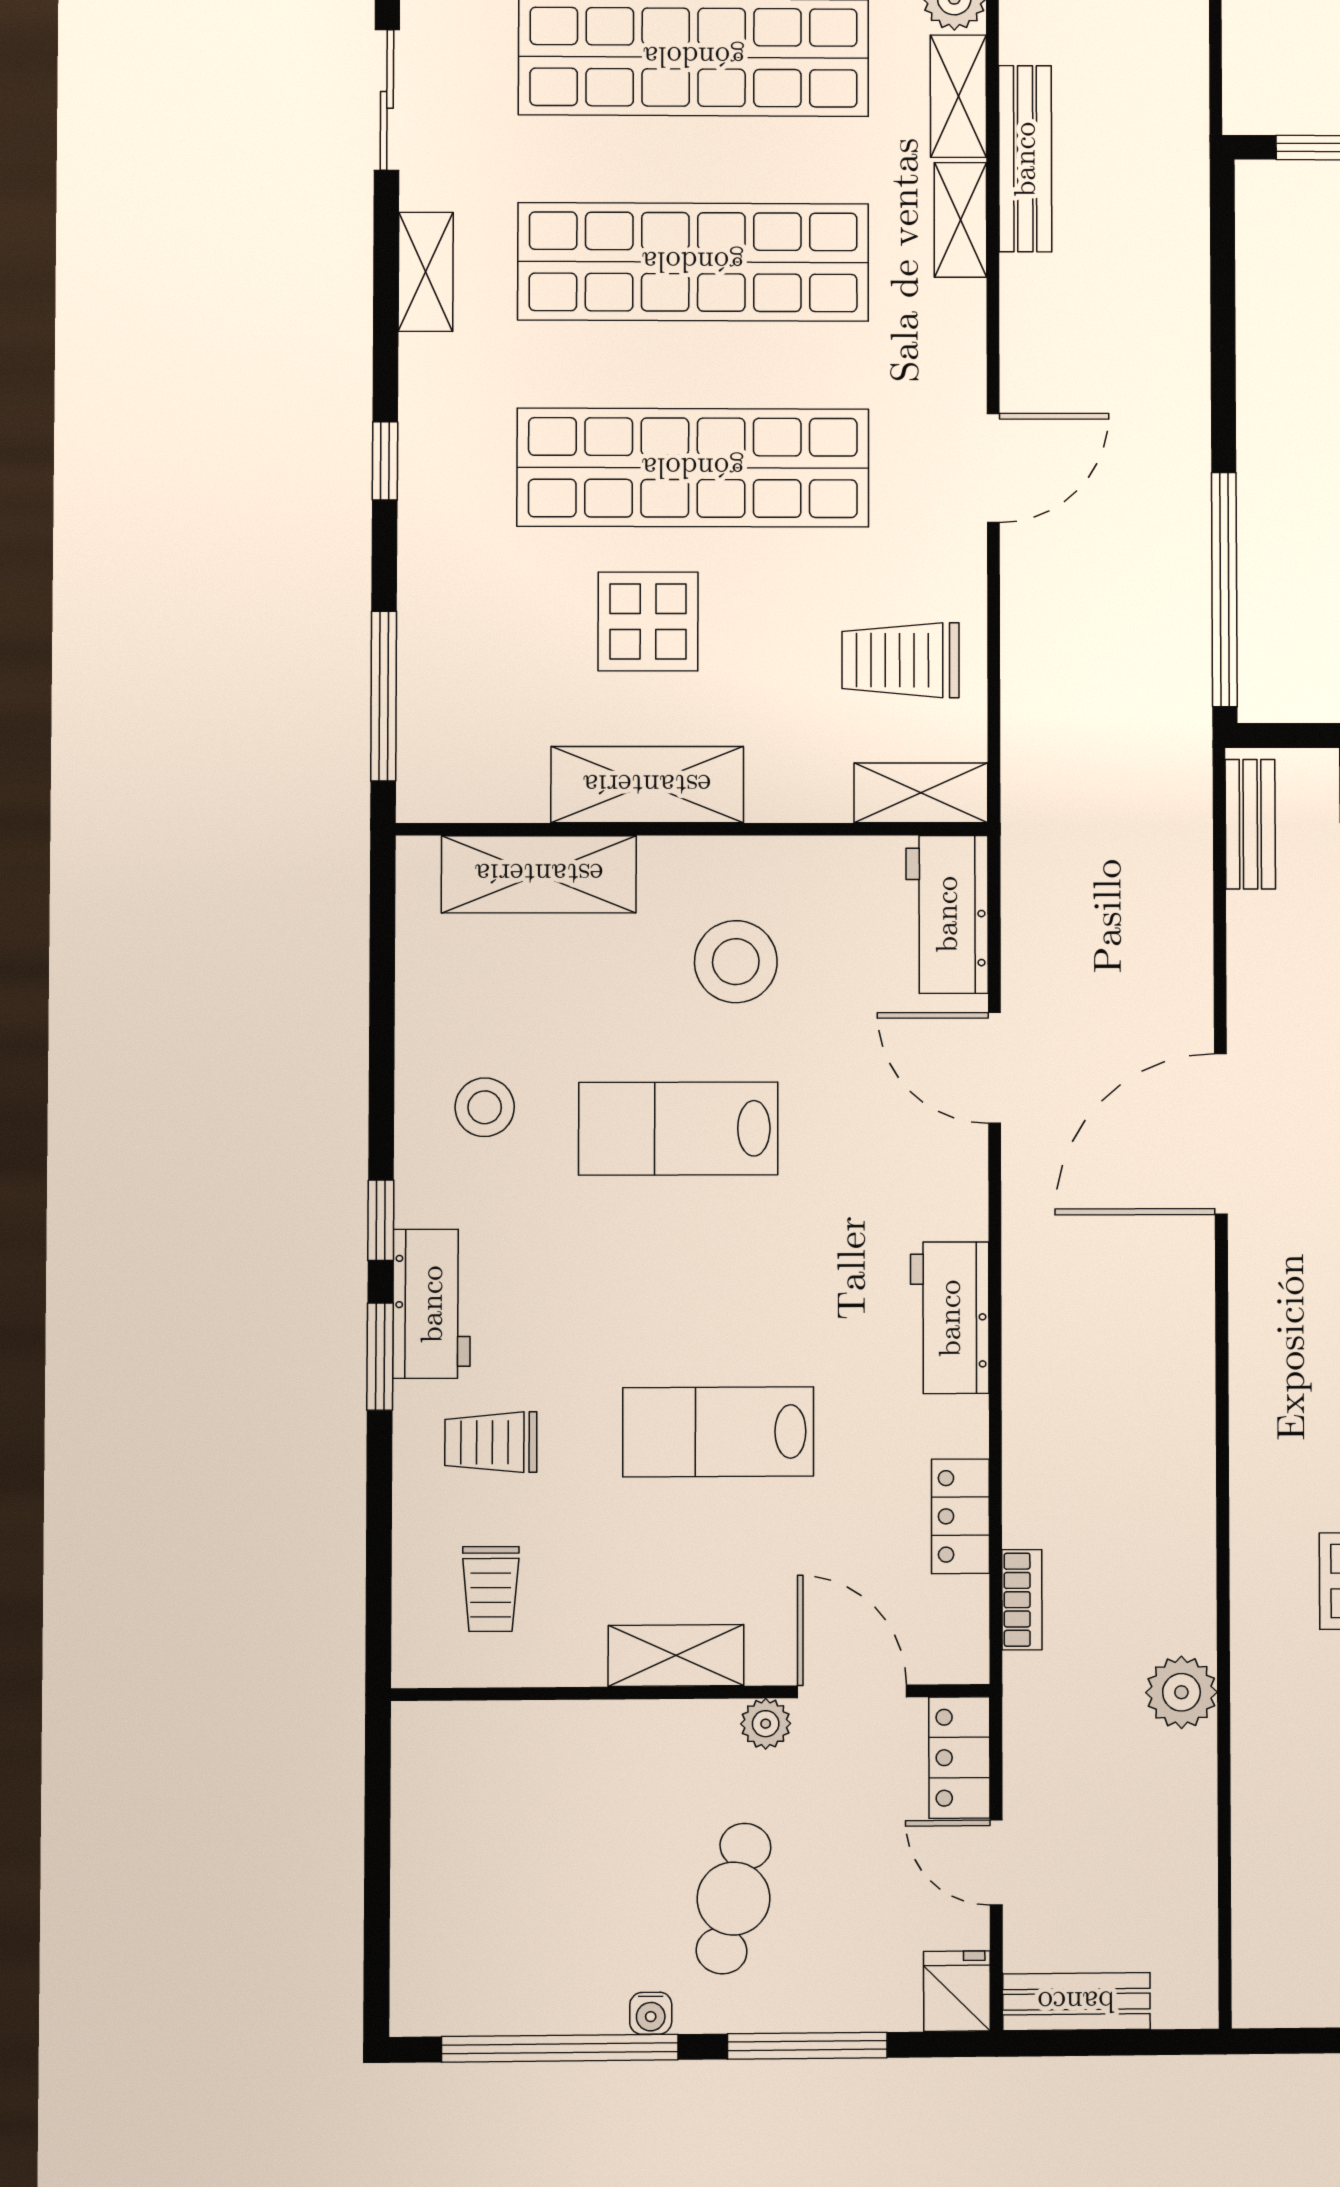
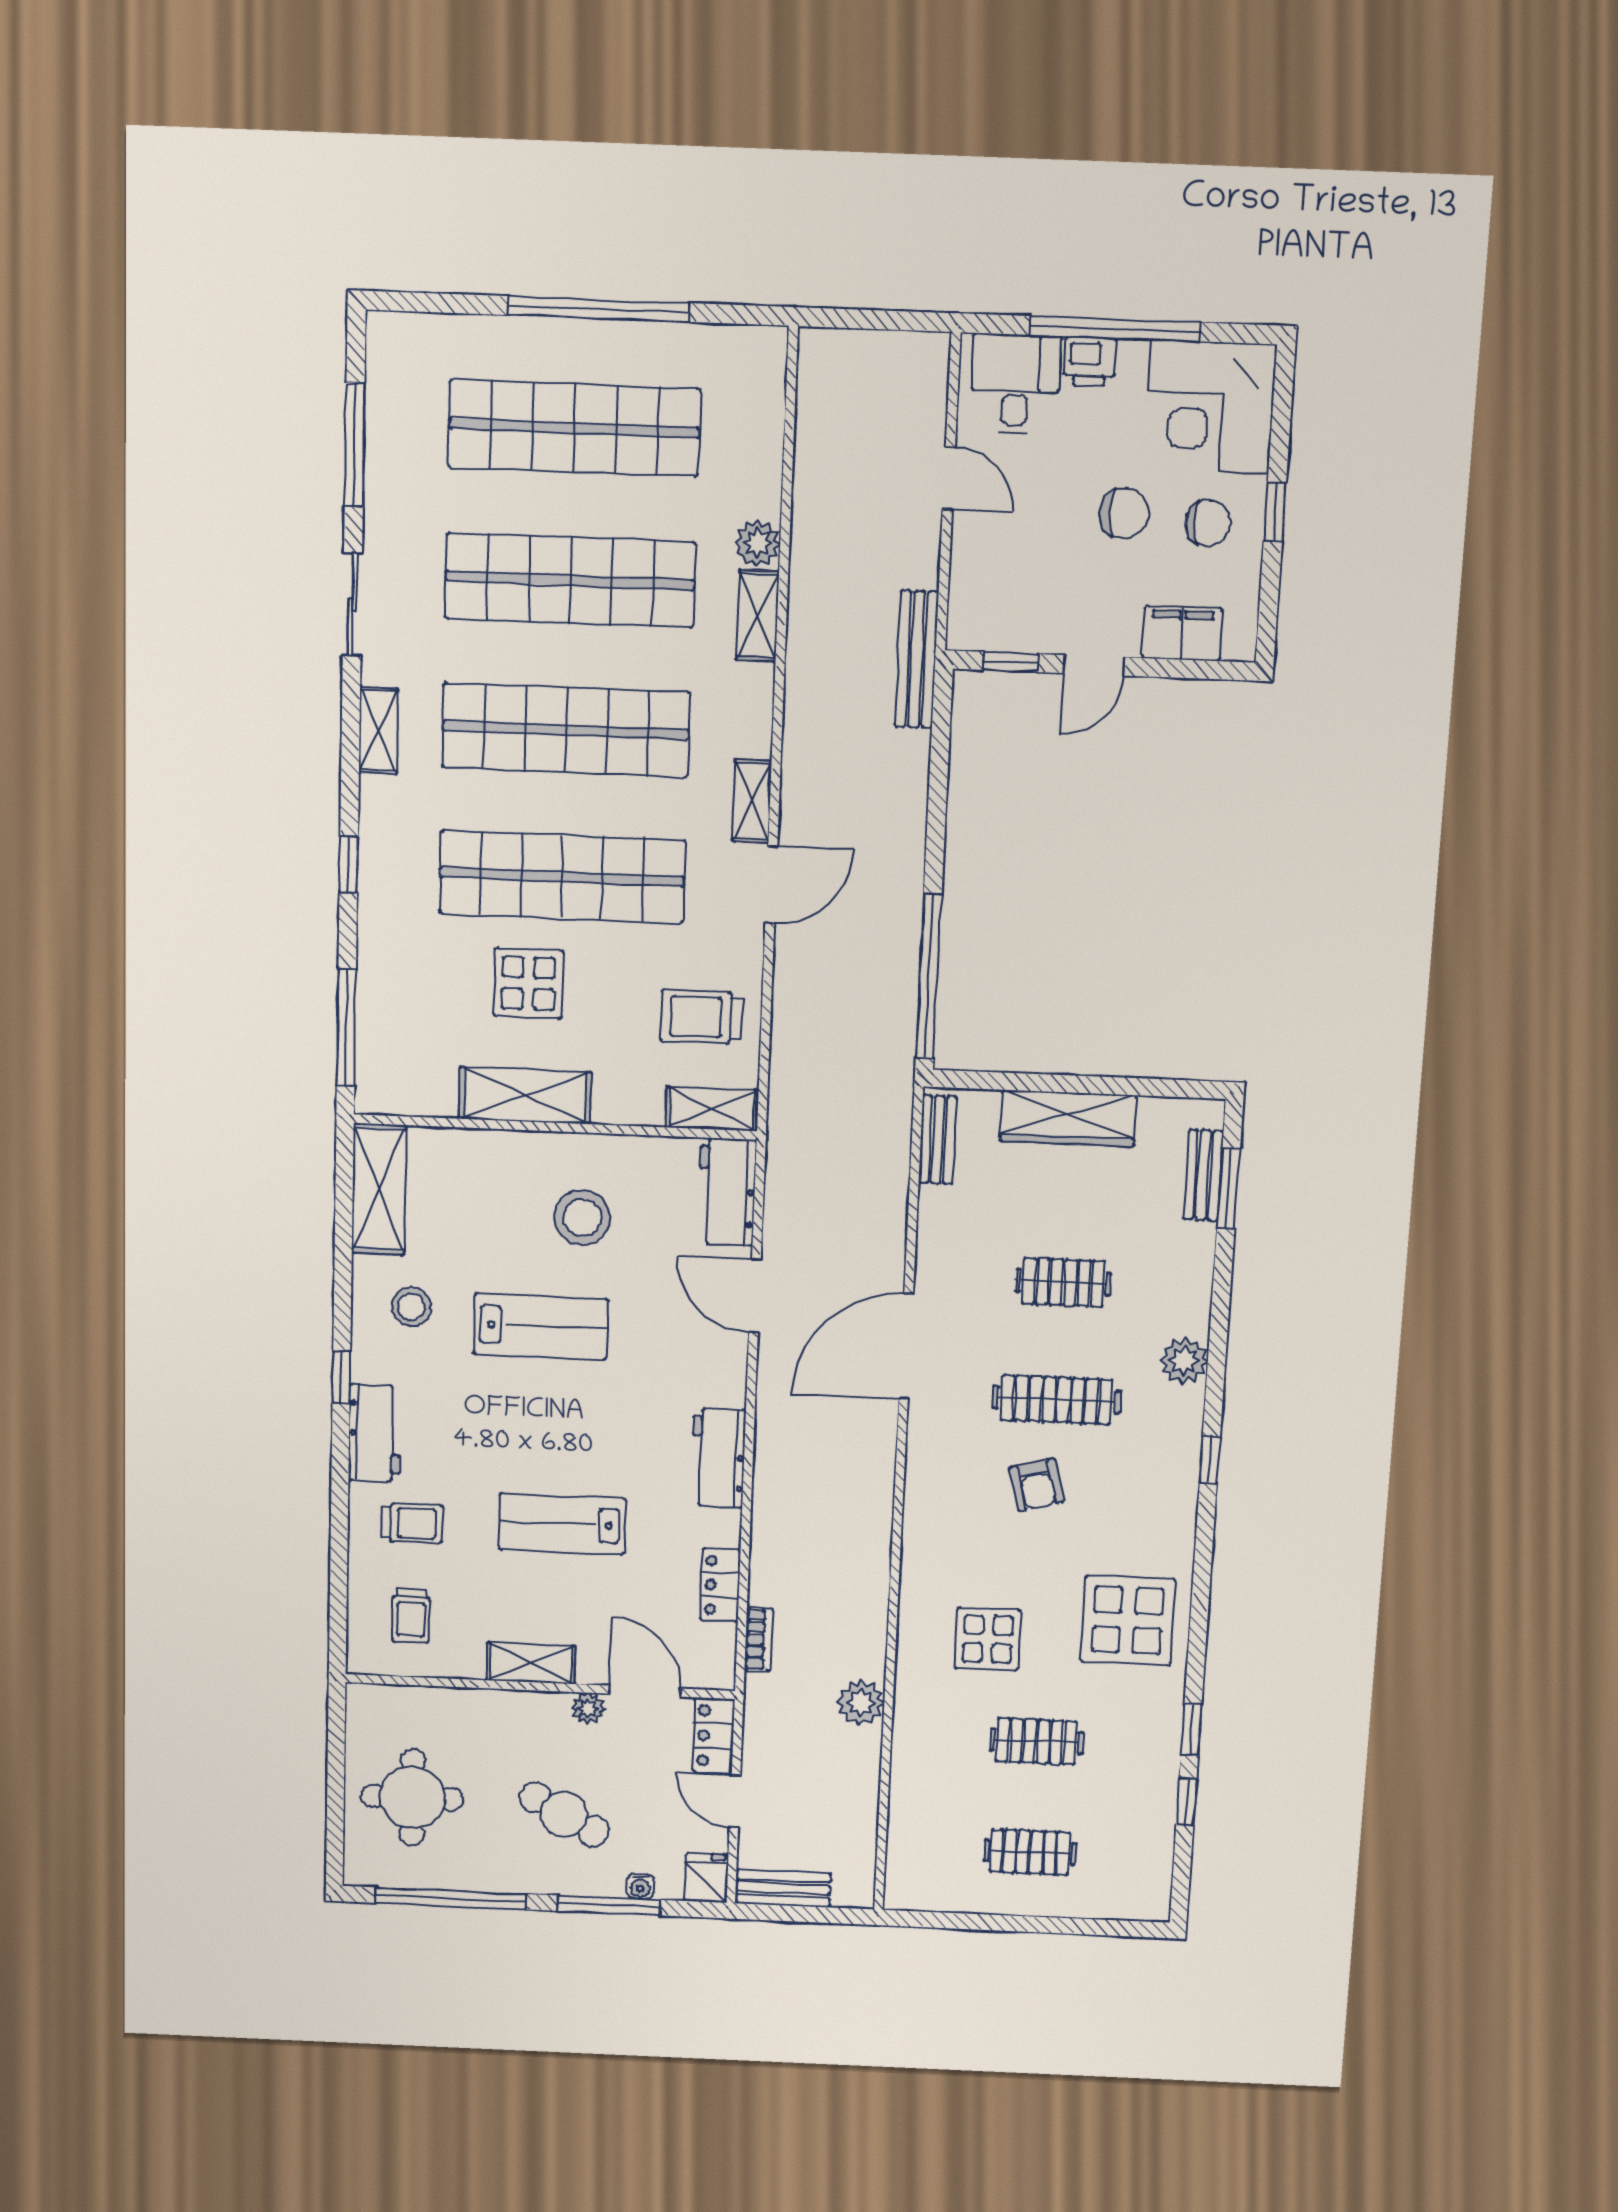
bench: (1025, 159) -> (917, 660), moved
shelving: (960, 220) -> (752, 801), moved
shelving: (539, 874) -> (379, 1189), moved, turned 90
lab bench: (678, 1129) -> (541, 1326), turned 180
window: (380, 1357) -> (340, 1465), removed
trolley: (491, 1442) -> (412, 1523), turned 180
round table: (497, 1884) -> (412, 1797), added
cafe table: (733, 1899) -> (564, 1814), turned -74
water cooler: (651, 2013) -> (640, 1886), moved

